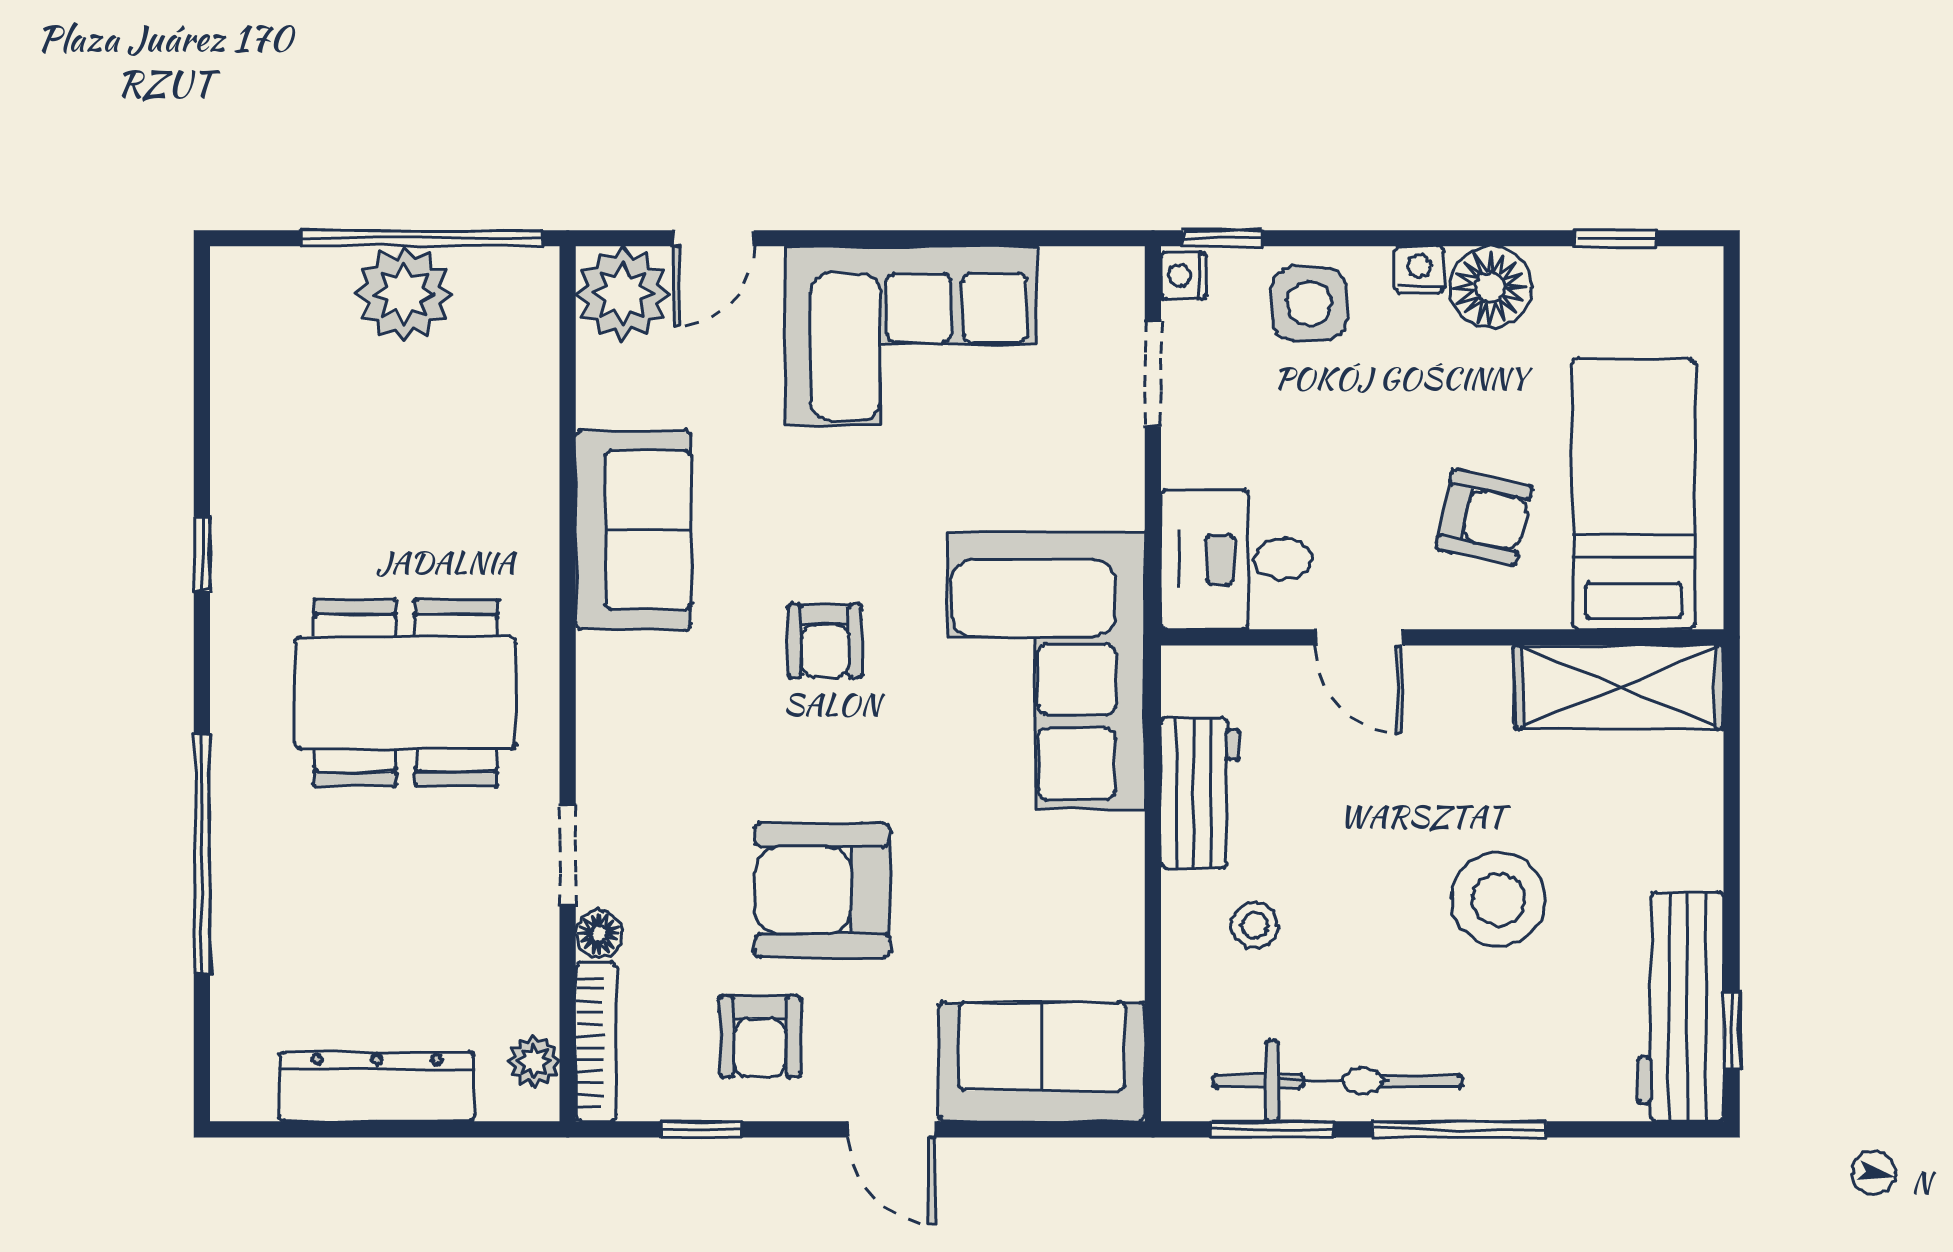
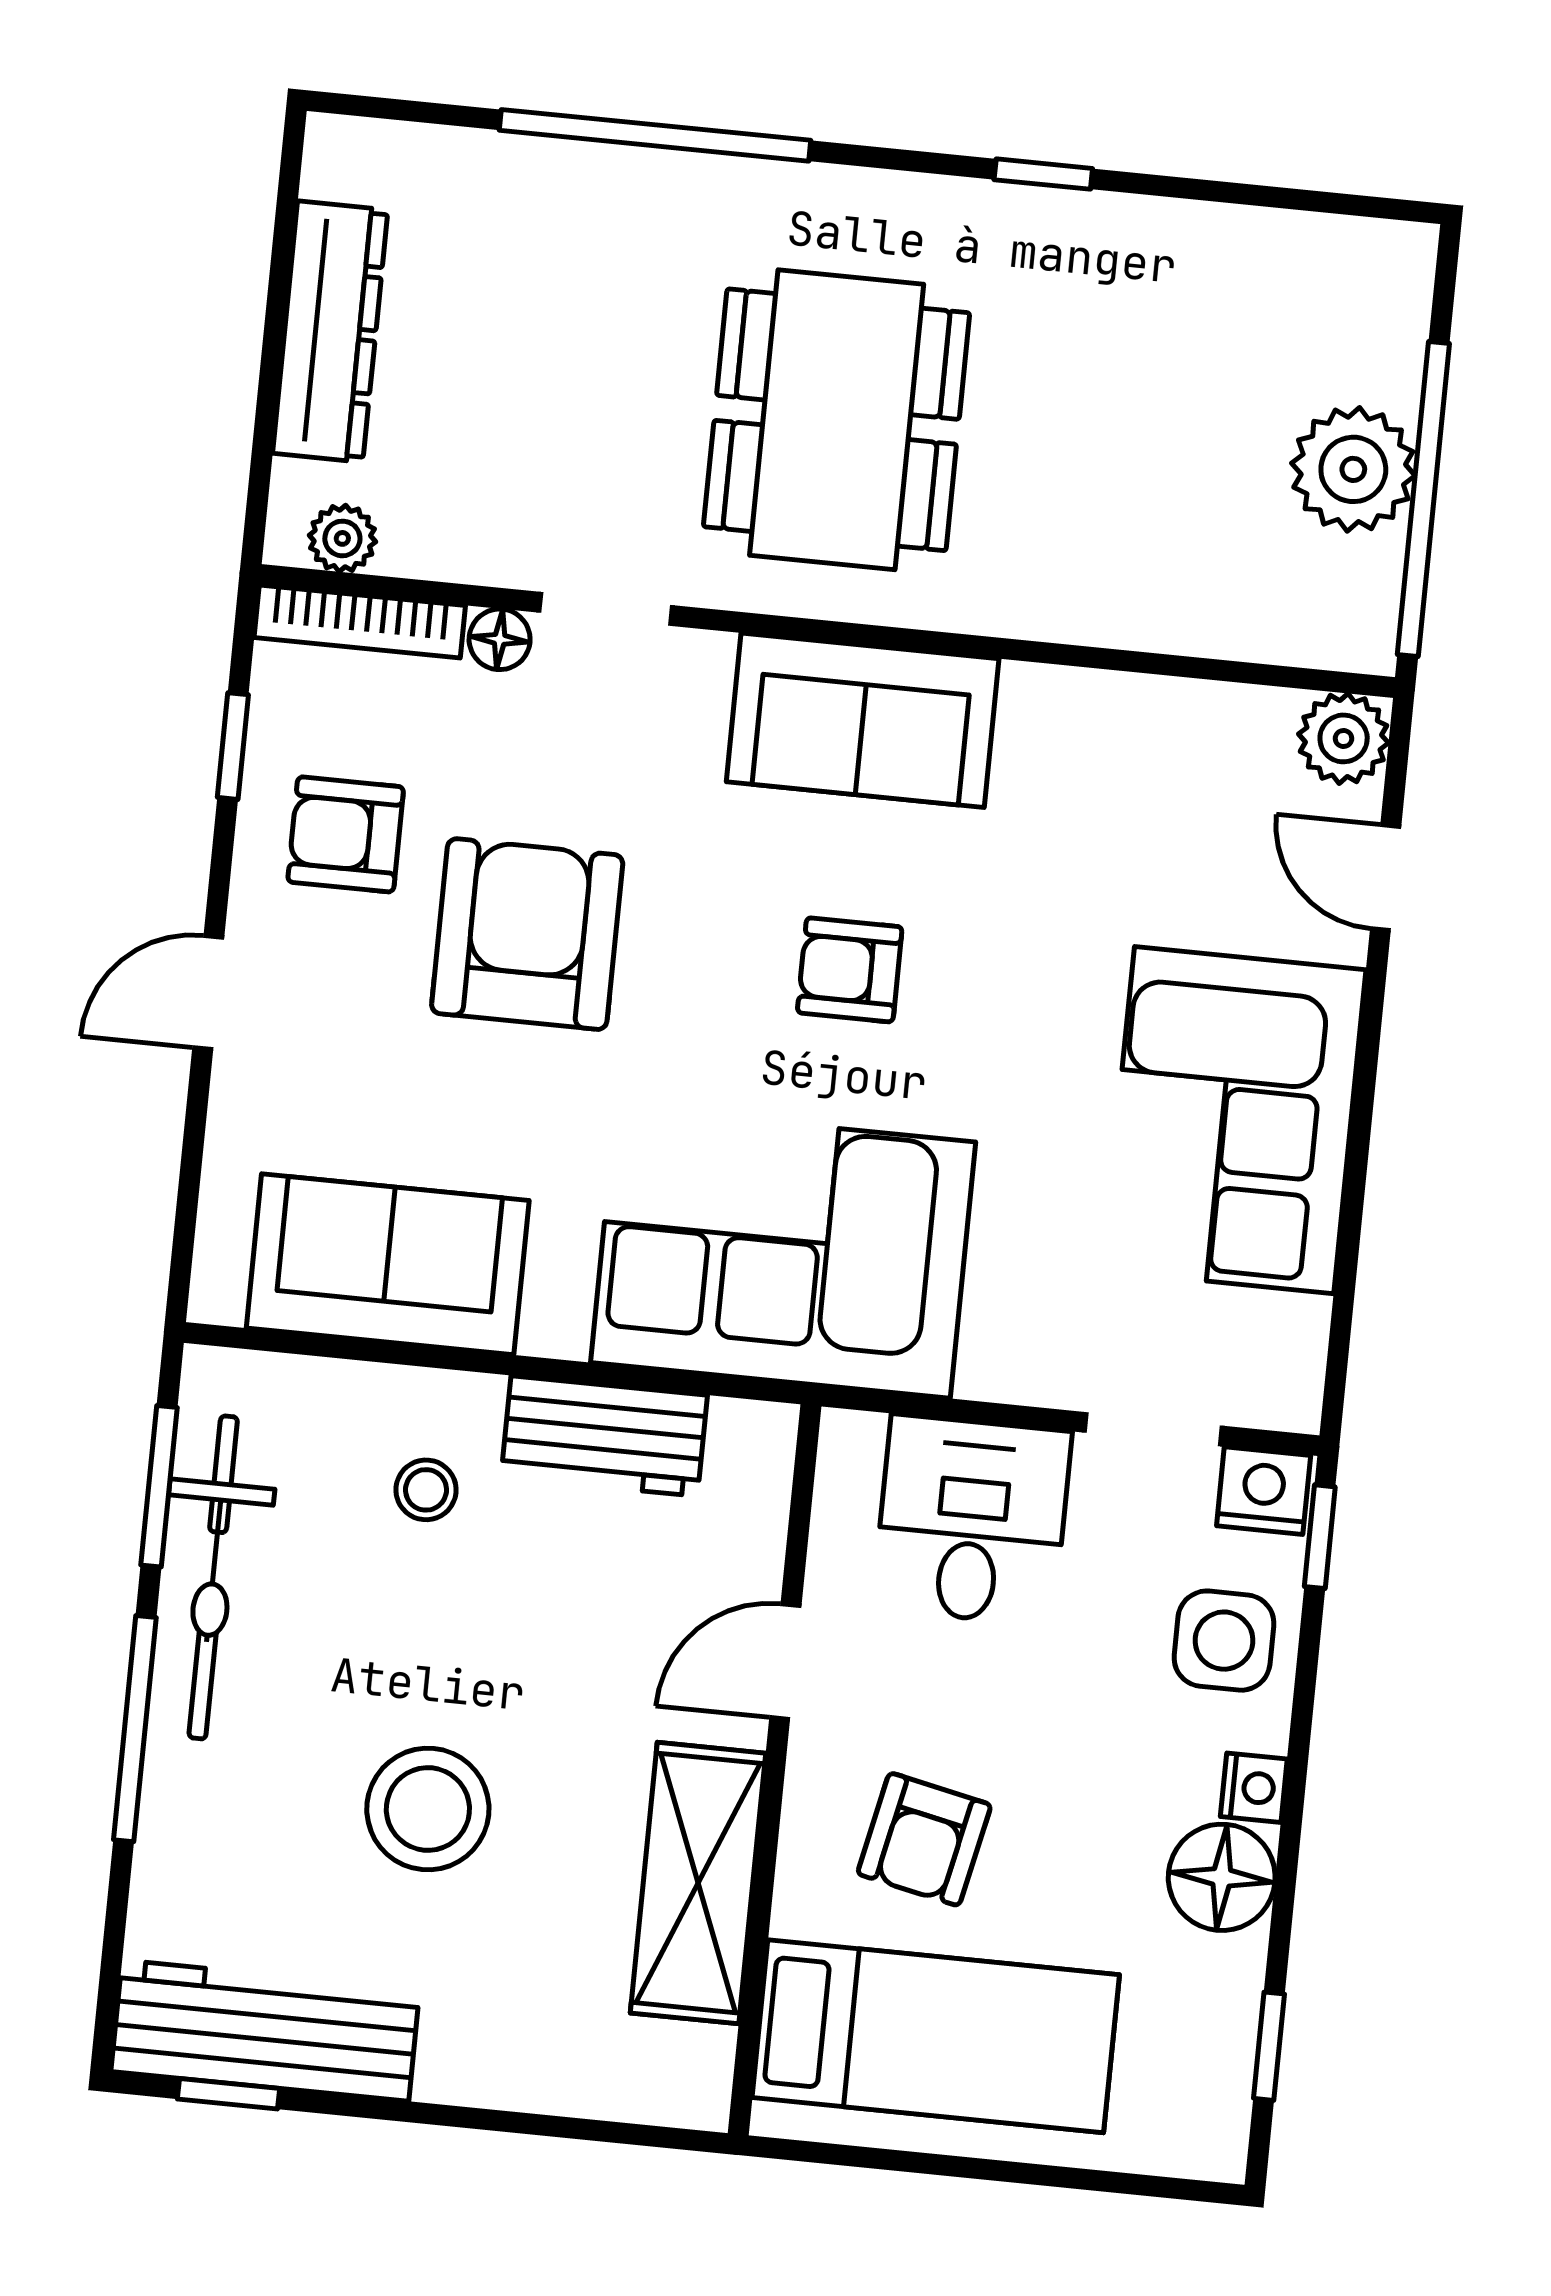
nightstand: (1184, 275) -> (1264, 1491), width x1.39, depth x1.35
plant: (623, 294) -> (1344, 738), width x0.73, depth x0.73
sofa: (633, 530) -> (863, 720), moved
desk: (1236, 559) -> (972, 1520), moved
shelving: (1619, 687) -> (698, 1883), moved
sofa: (1042, 1062) -> (388, 1264), moved, turned -90

